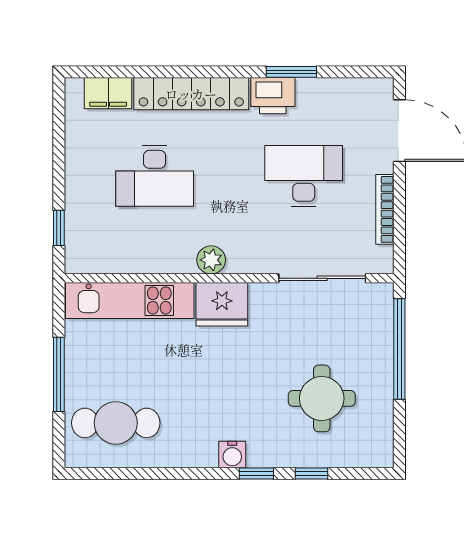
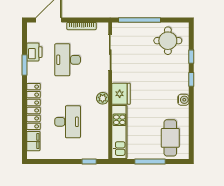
printer: (273, 96) -> (34, 52), moved
round table: (322, 398) -> (168, 41), moved
water cooler: (232, 455) -> (183, 100), moved

